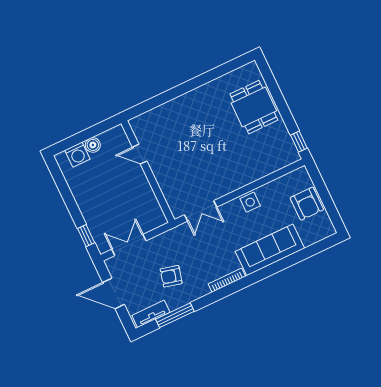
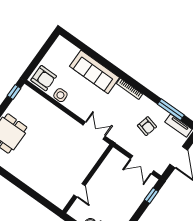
side table: (250, 202) -> (60, 95), moved
armchair: (307, 204) -> (44, 78), moved, turned 90

